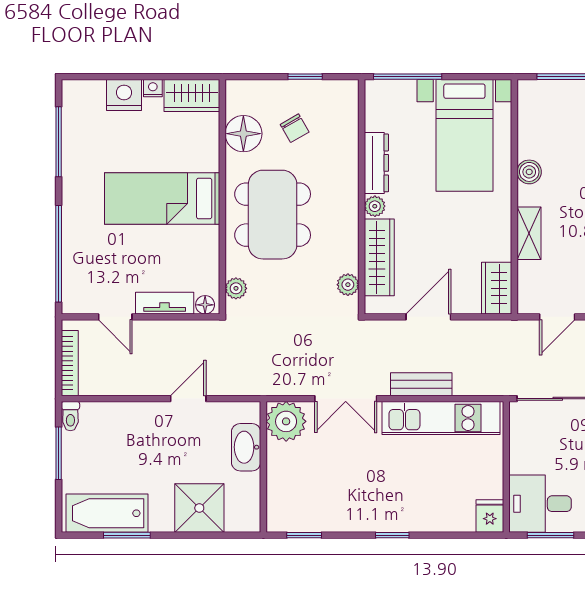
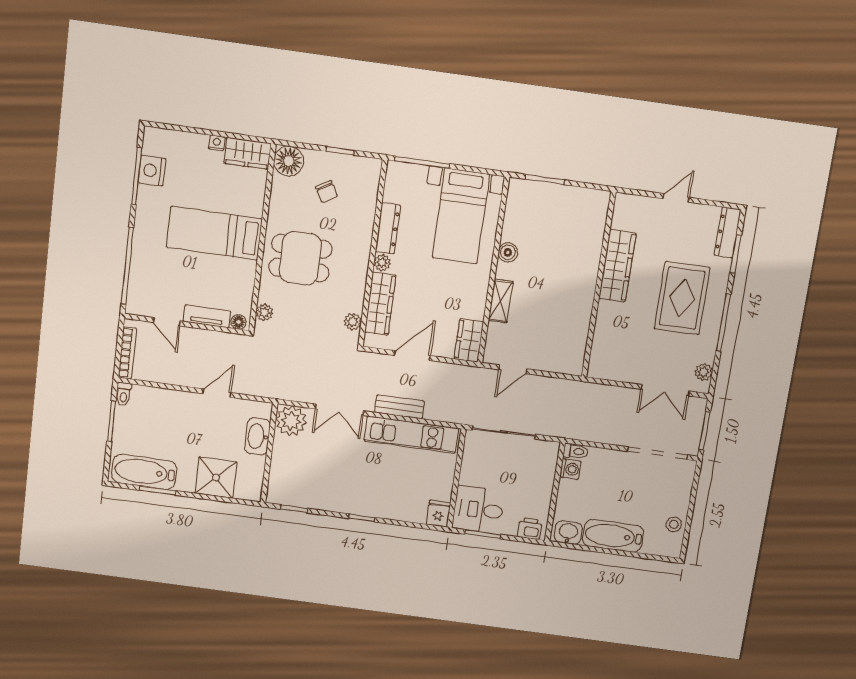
nightstand: (124, 95) -> (152, 171), moved, turned -90
floor lamp: (243, 134) -> (289, 161), moved
dining table: (273, 215) -> (300, 258), width x0.73

